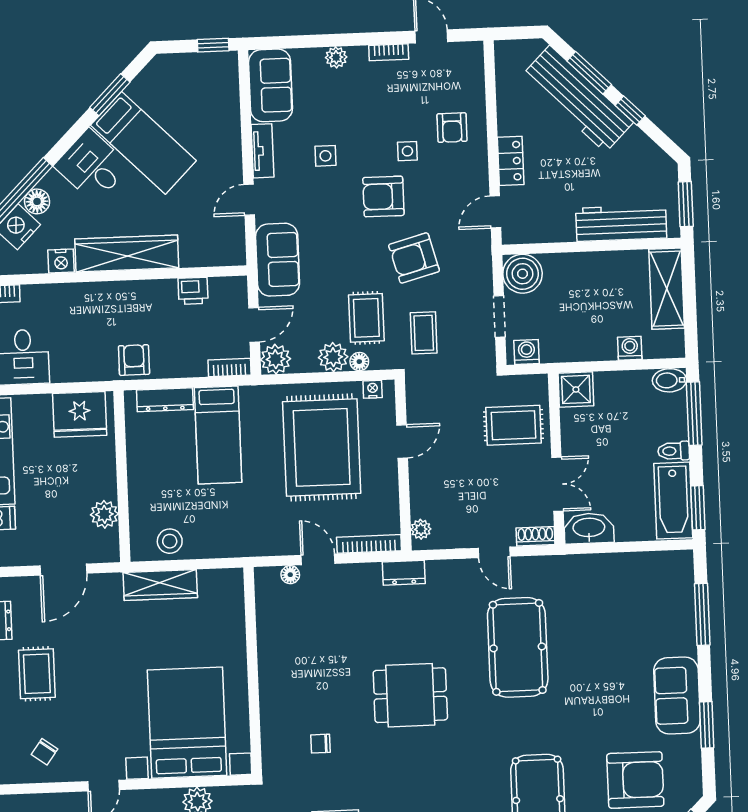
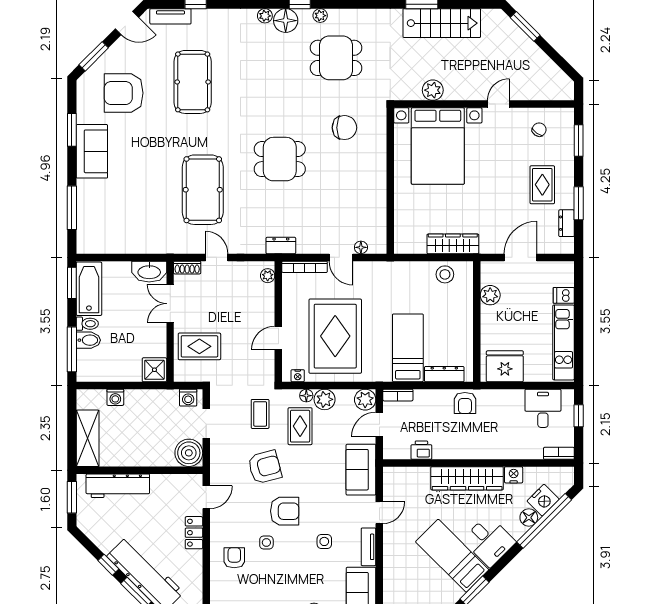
bidet: (669, 380) -> (88, 340), moved
chair: (320, 744) -> (344, 128), width x1.87, depth x1.87

